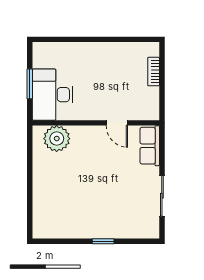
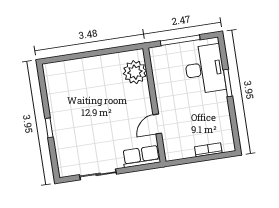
window: (84, 39) -> (228, 83), added
window: (30, 84) -> (180, 40), width x1.44
desk: (52, 95) -> (205, 69), moved, turned 90

